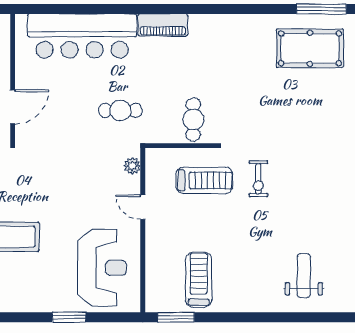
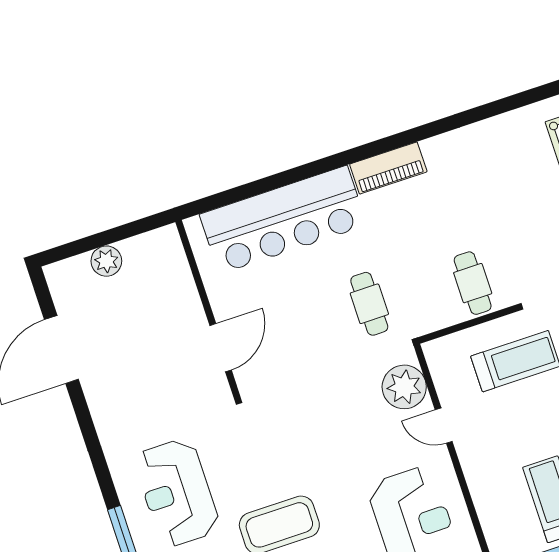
cafe table: (120, 110) -> (369, 304), turned 90
plant: (132, 166) -> (404, 387), width x1.88, depth x1.88

